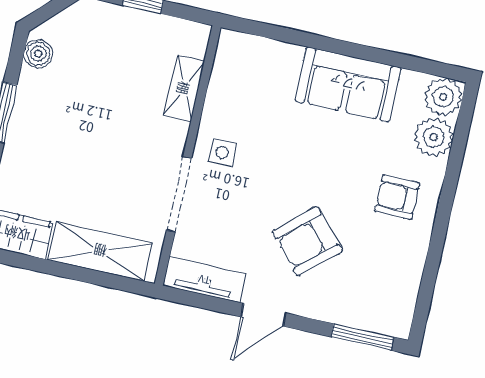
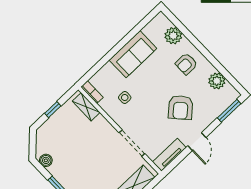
bookcase: (225, 55) -> (92, 92), added
shelving: (184, 88) -> (86, 107), moved
plant: (443, 97) -> (217, 81), moved
side table: (222, 152) -> (125, 97), moved

